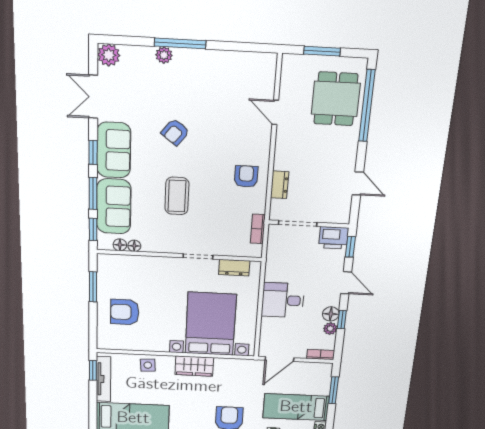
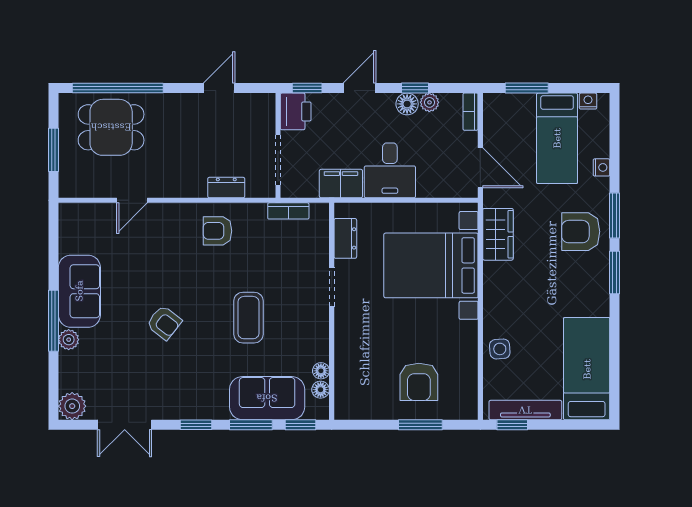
sofa: (114, 150) -> (79, 291), moved, turned 90
coffee table: (177, 196) -> (248, 318), turned 90
filing cabinet: (276, 267) -> (341, 184), added
window: (93, 287) -> (420, 425), moved
wardrobe: (194, 366) -> (498, 234), moved

